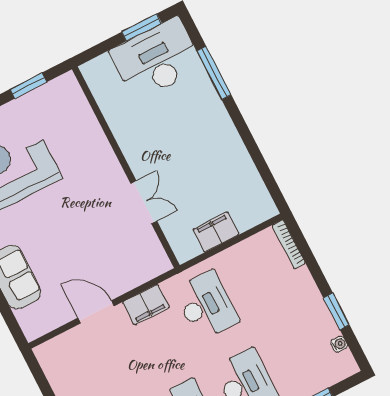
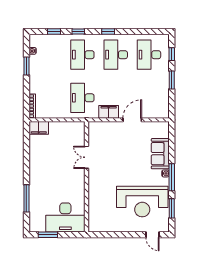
desk: (156, 59) -> (65, 217), moved
window: (28, 86) -> (111, 235), removed
filing cabinet: (216, 232) -> (39, 128), moved
door: (96, 312) -> (132, 120), swing flipped

